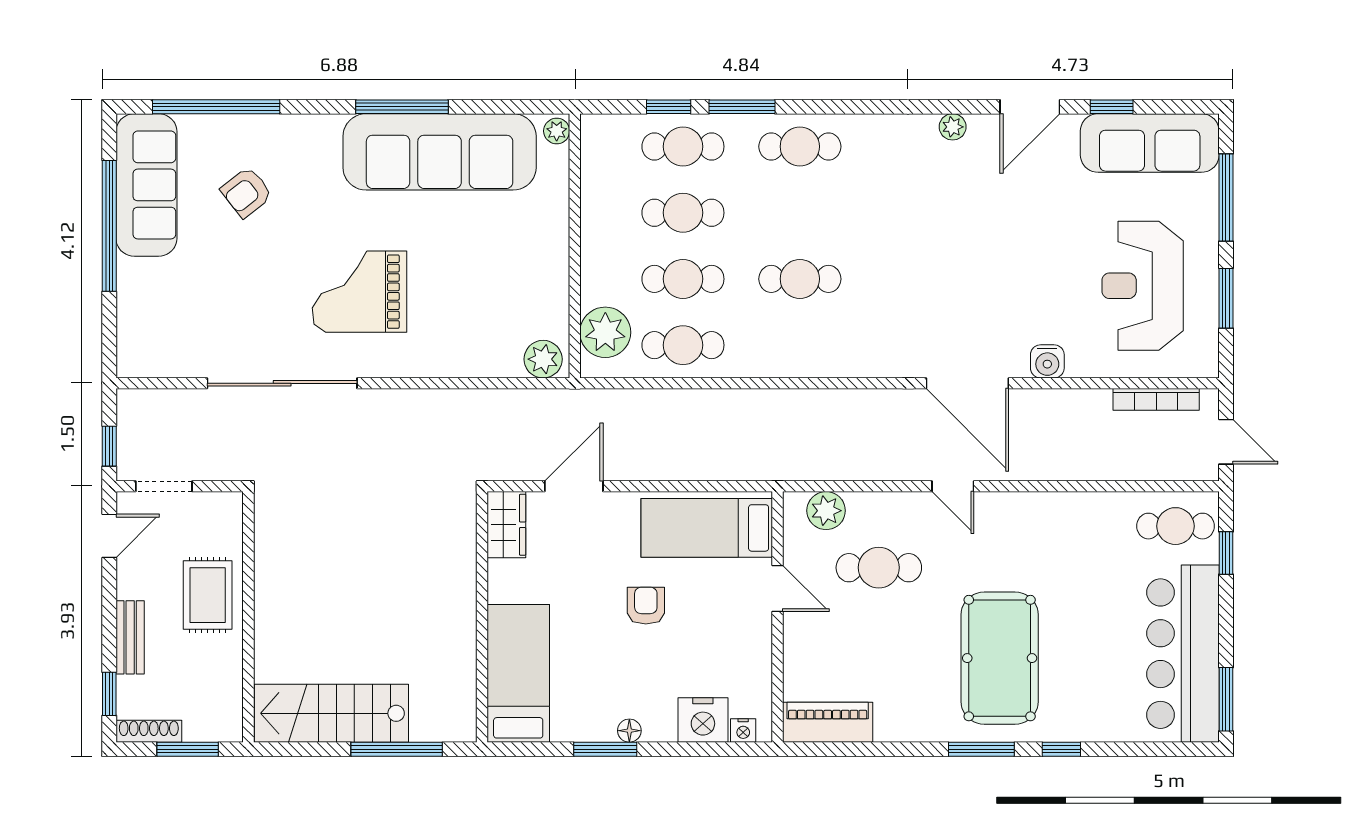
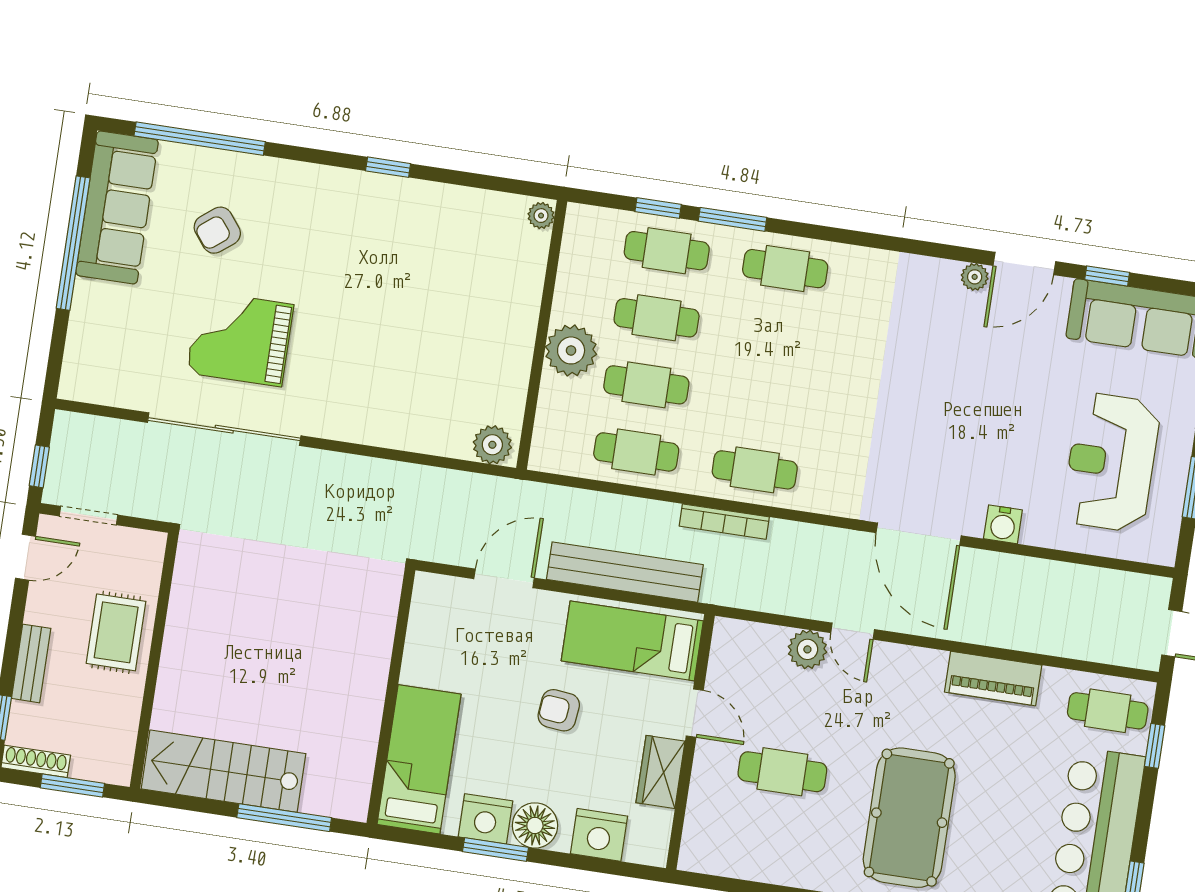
window: (402, 107) -> (388, 167), width x0.46
plant: (953, 127) -> (975, 277), moved
sofa: (440, 152) -> (419, 219), removed
cafe table: (800, 279) -> (755, 470), moved
grand piano: (359, 292) -> (240, 339), moved
plant: (605, 332) -> (571, 350), moved
bookcase: (1156, 399) -> (724, 522), moved
bench: (689, 463) -> (625, 572), added
door: (953, 486) -> (853, 631), moved
plant: (826, 511) -> (807, 649), moved
wardrobe: (506, 525) -> (661, 772), moved, turned 180
cafe table: (879, 568) -> (782, 772), moved
armchair: (646, 606) -> (559, 710), turned -84
piano: (828, 722) -> (993, 679), moved, turned 180
nightstand: (743, 730) -> (486, 819), moved, width x1.89, depth x1.79
floor lamp: (629, 731) -> (535, 825), width x1.89, depth x1.89

